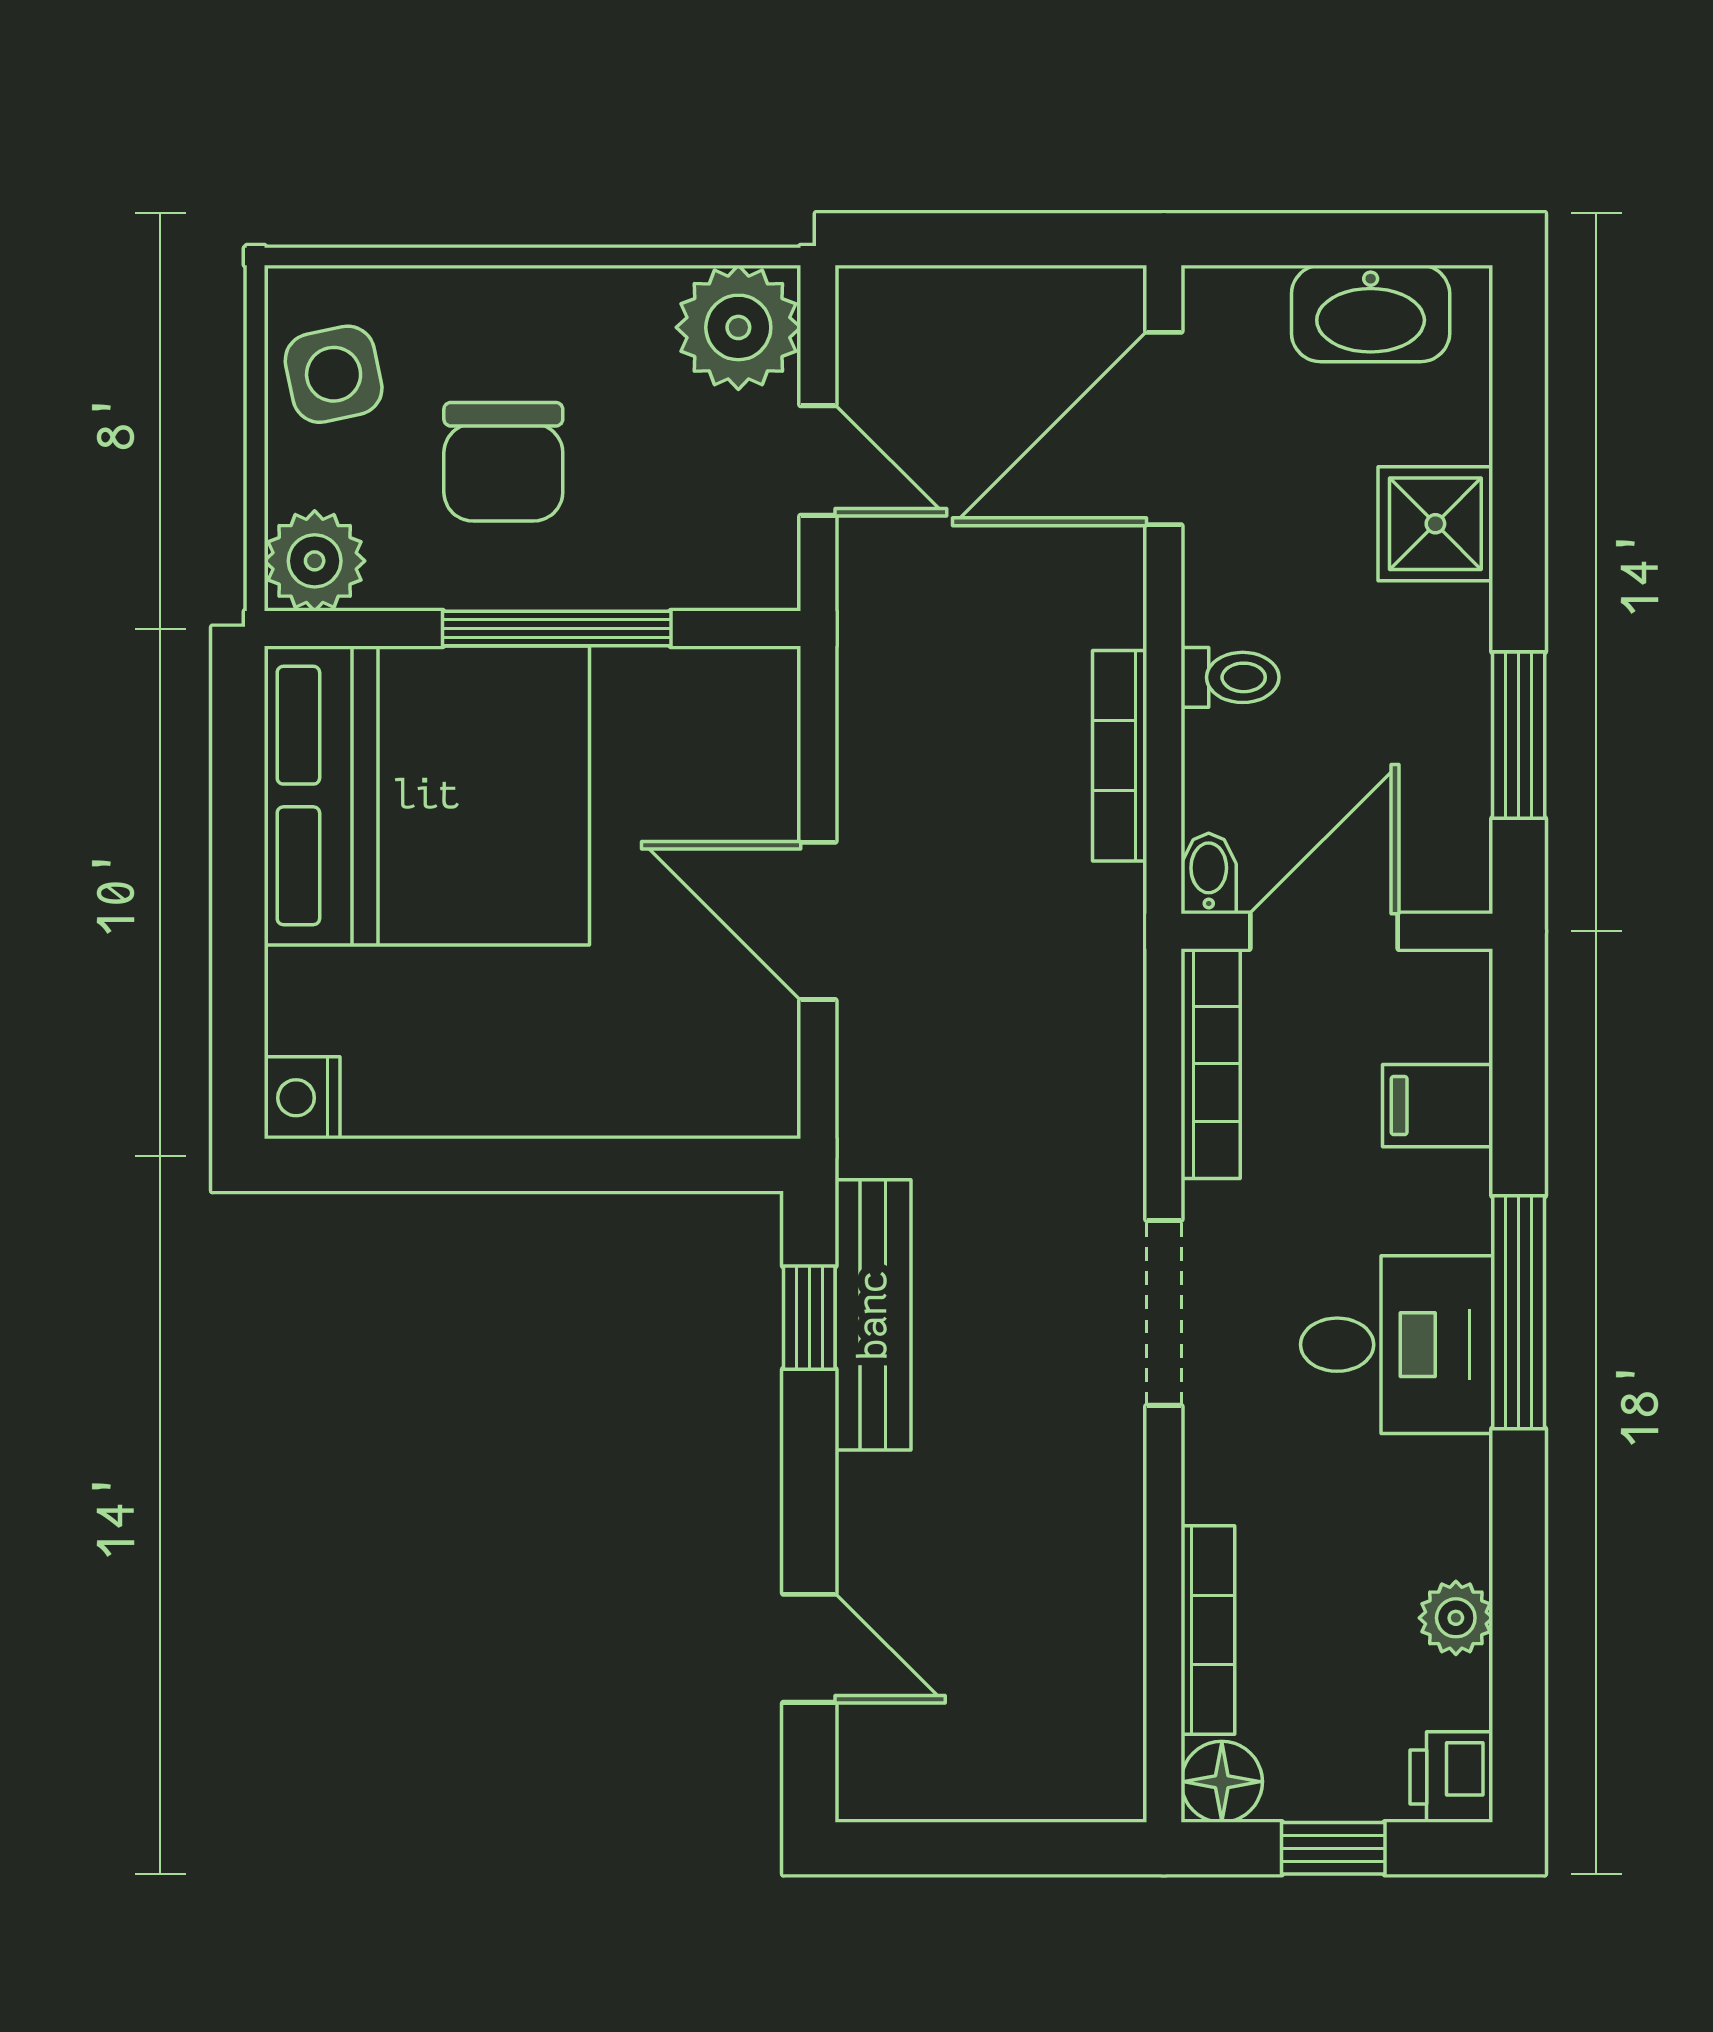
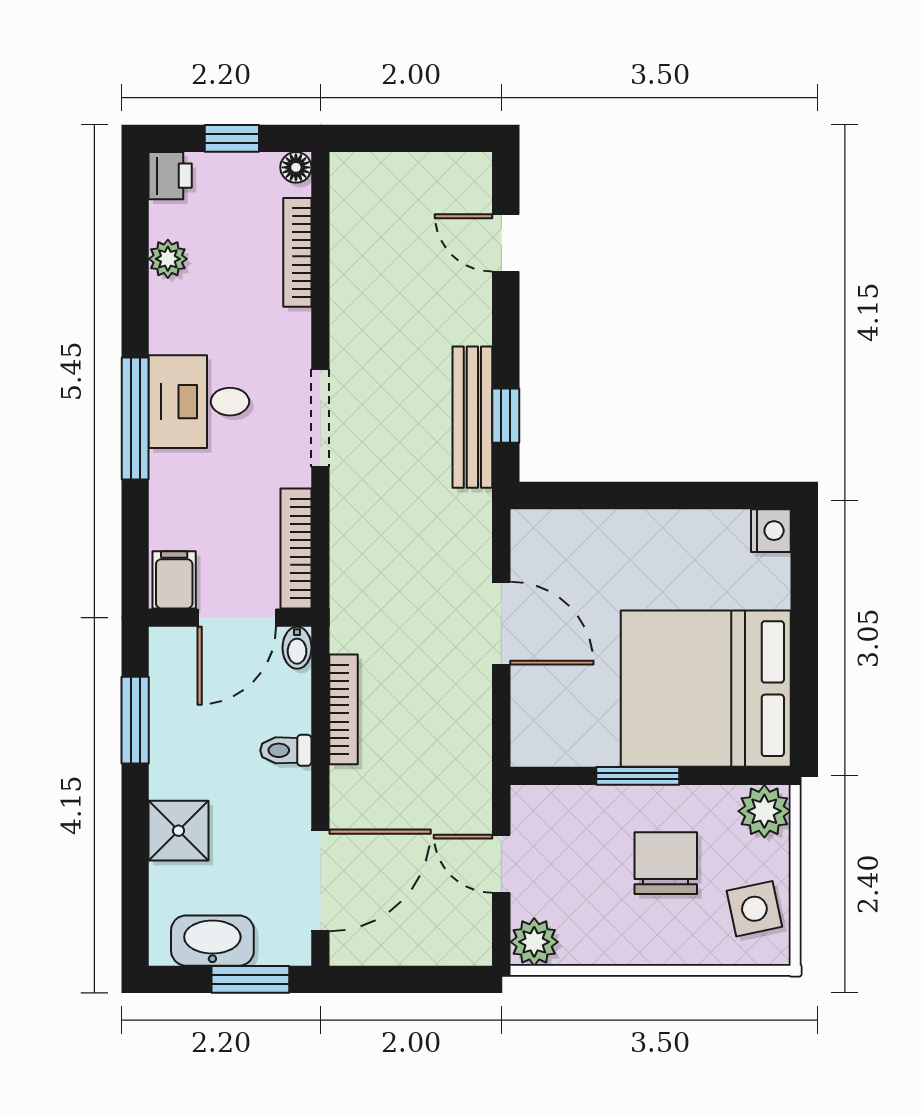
window: (1298, 239) -> (250, 979), added
plant: (738, 327) -> (534, 942), width x0.73, depth x0.73
window: (557, 629) -> (638, 776), width x0.69
filing cabinet: (1438, 1106) -> (174, 580), moved, turned -90
floor lamp: (1222, 1782) -> (296, 167), width x0.73, depth x0.73

